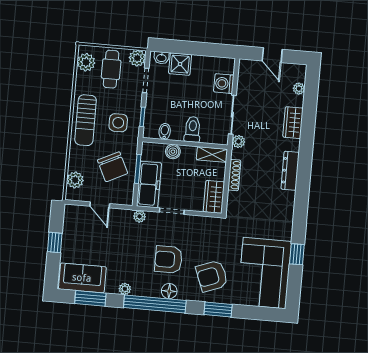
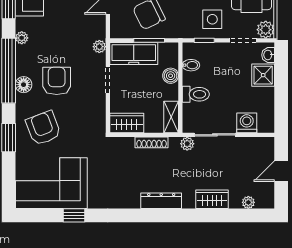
side table: (118, 123) -> (212, 19), moved

